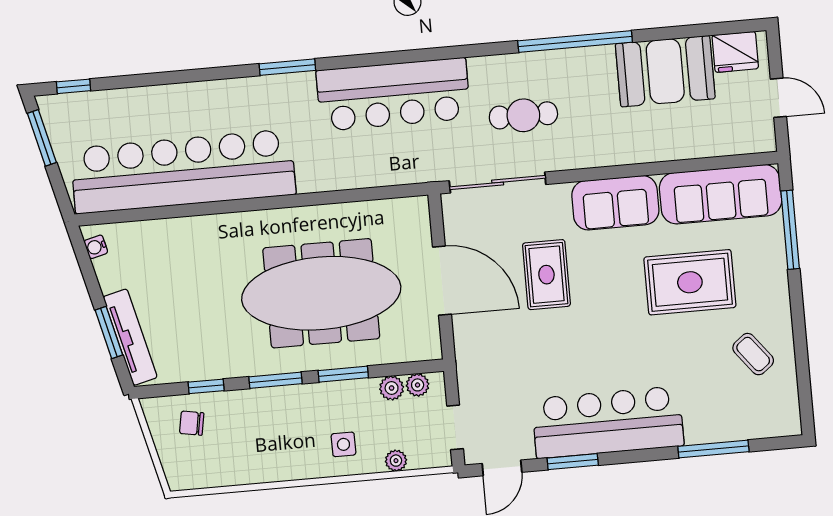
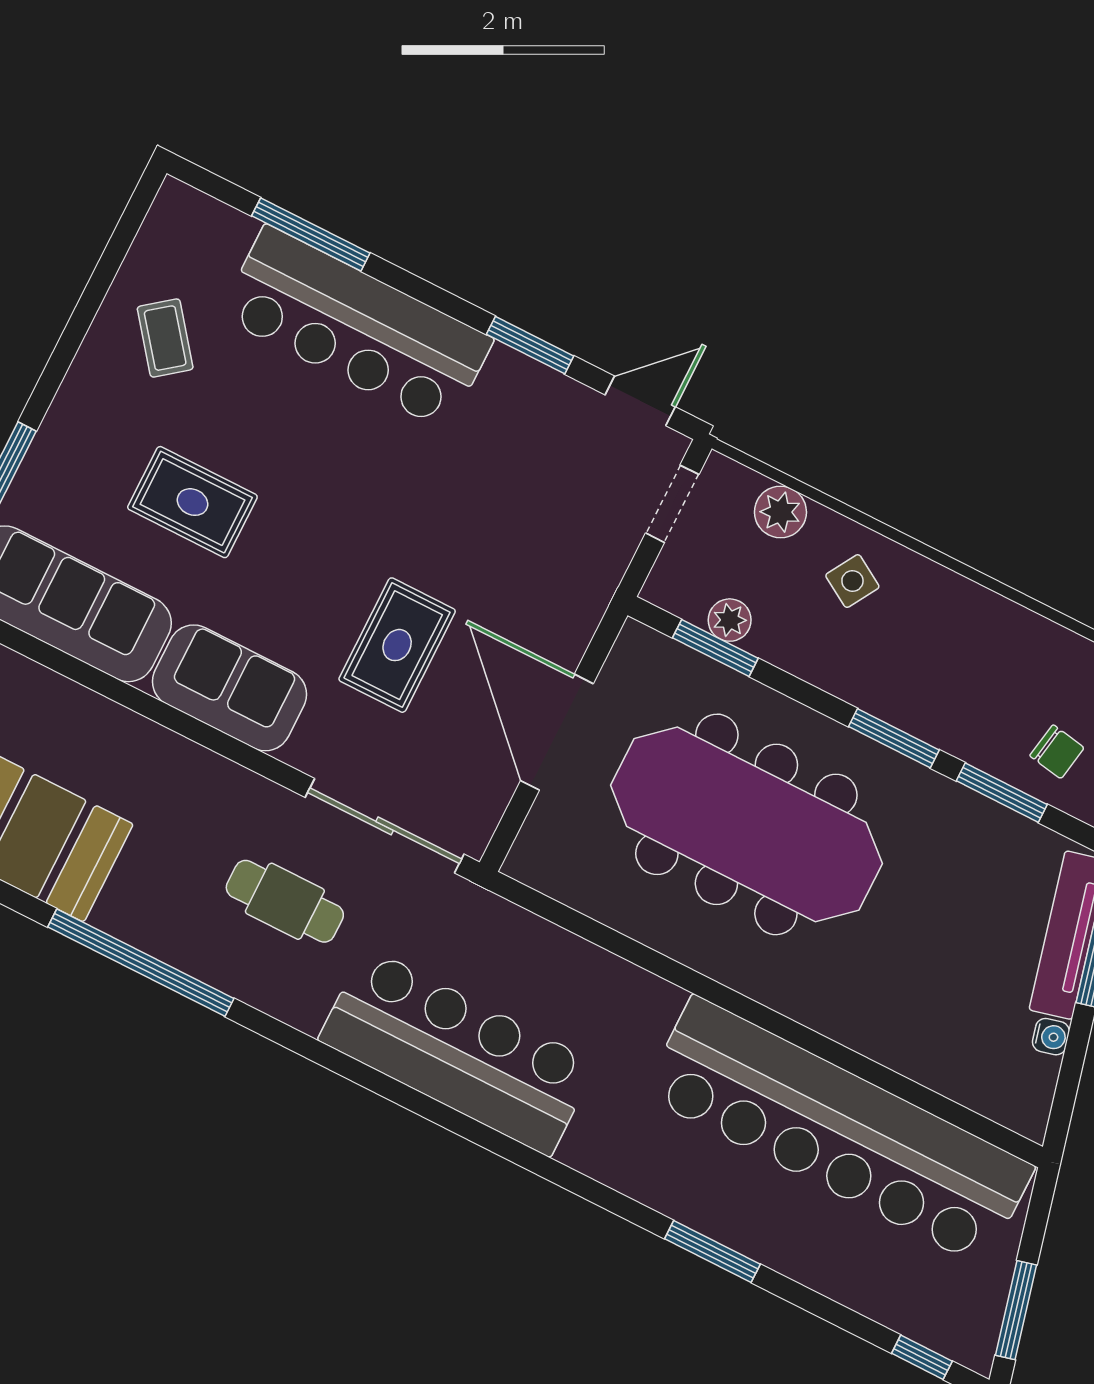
window: (287, 67) -> (712, 1251), moved
water cooler: (96, 247) -> (1051, 1037), moved
rug: (690, 282) -> (192, 502), width x0.73, depth x0.70
window: (343, 374) -> (715, 648), moved
plant: (418, 385) -> (689, 601), removed
window: (206, 386) -> (1002, 793), width x1.50
bar counter: (608, 422) -> (356, 328), moved
side table: (343, 444) -> (852, 581), turned 31
plant: (396, 461) -> (780, 512), width x1.38, depth x1.38

